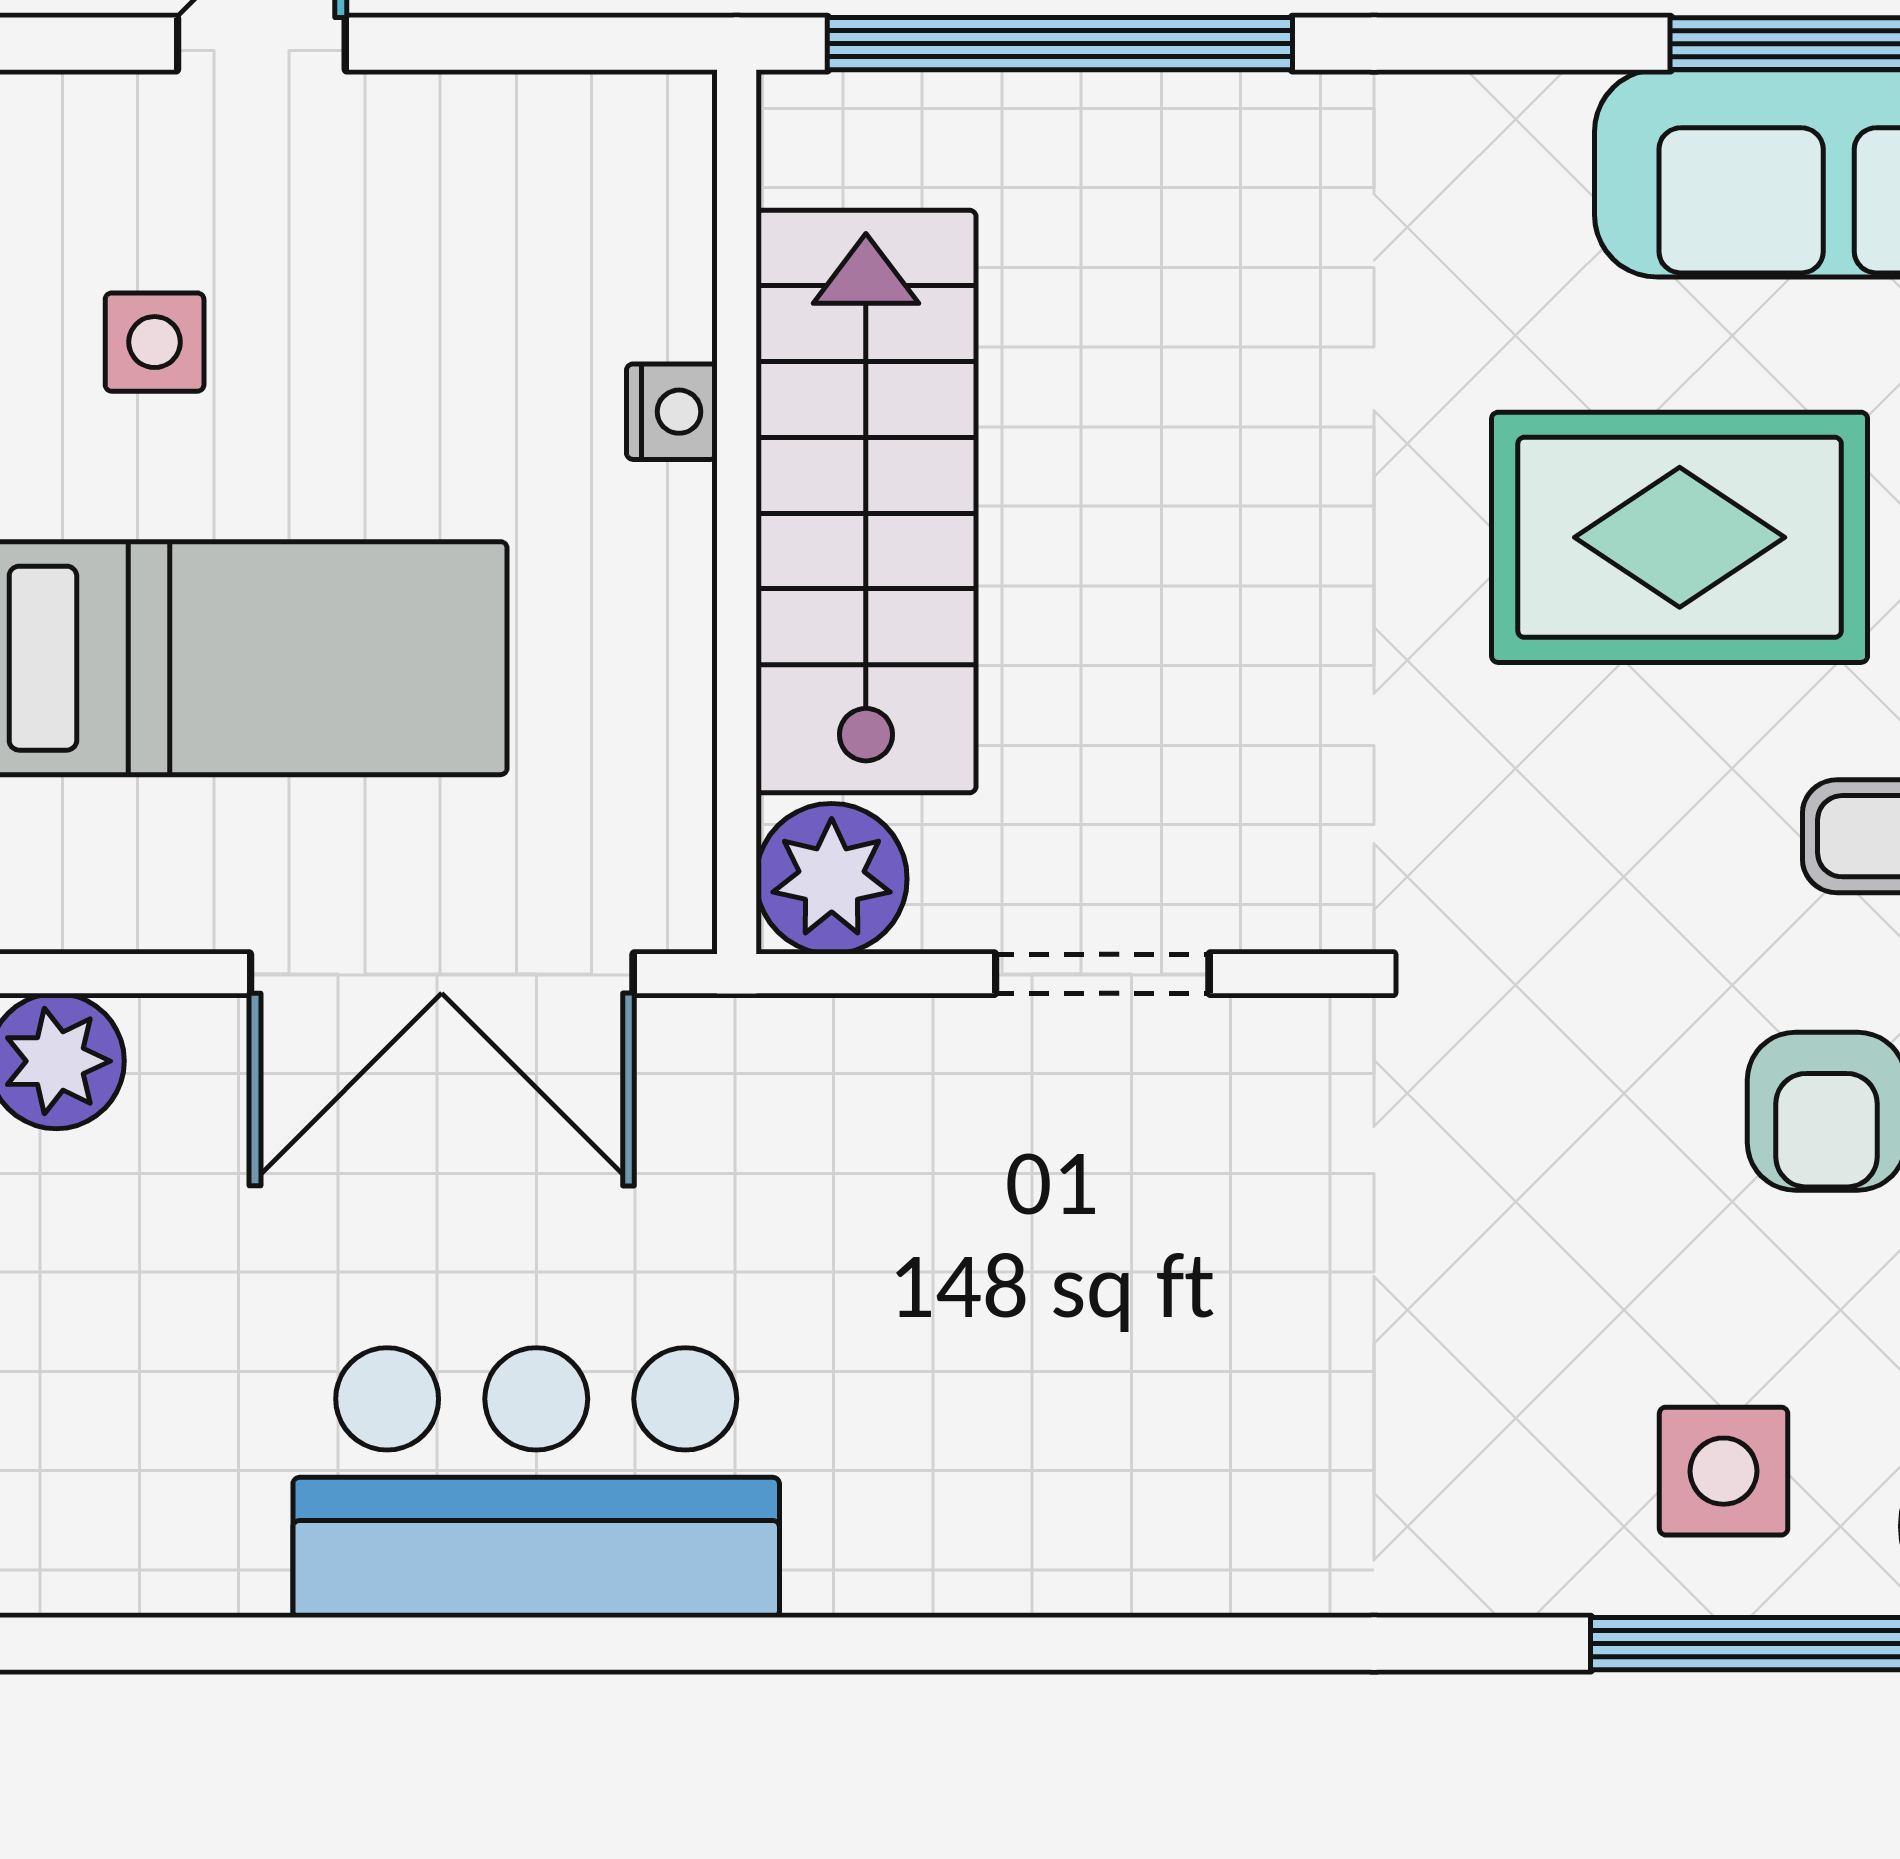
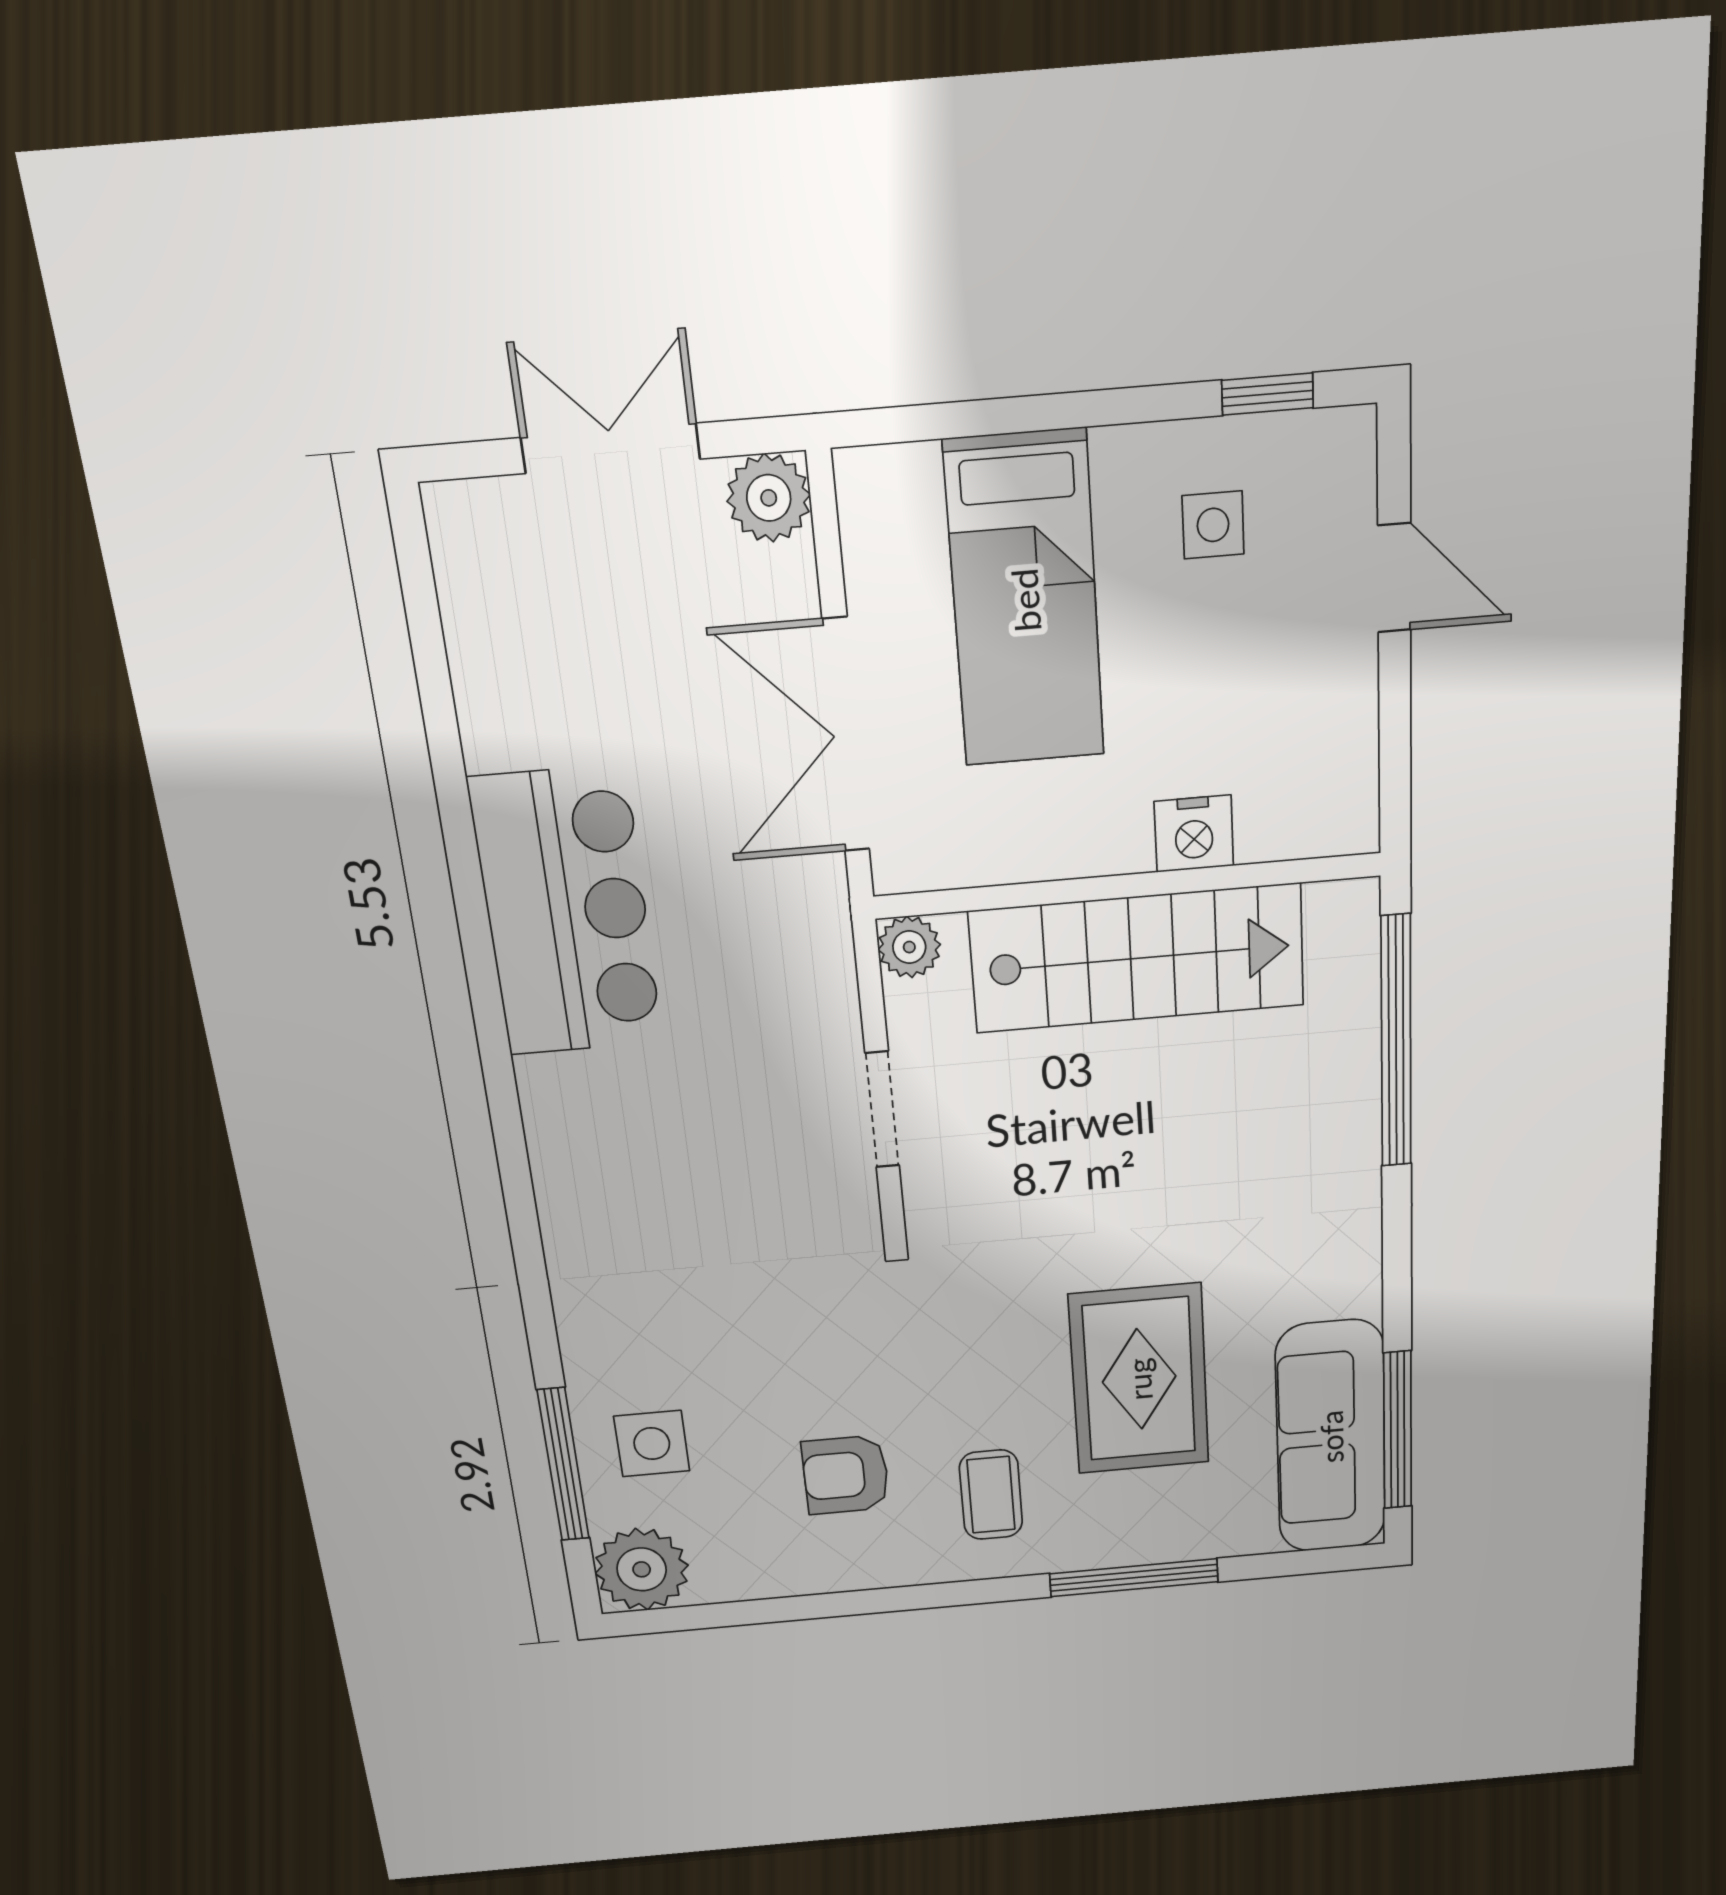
nightstand: (672, 412) -> (1194, 834), width x1.39, depth x1.35
plant: (832, 879) -> (909, 947), width x0.73, depth x0.73
bar counter: (536, 1483) -> (567, 912), moved

